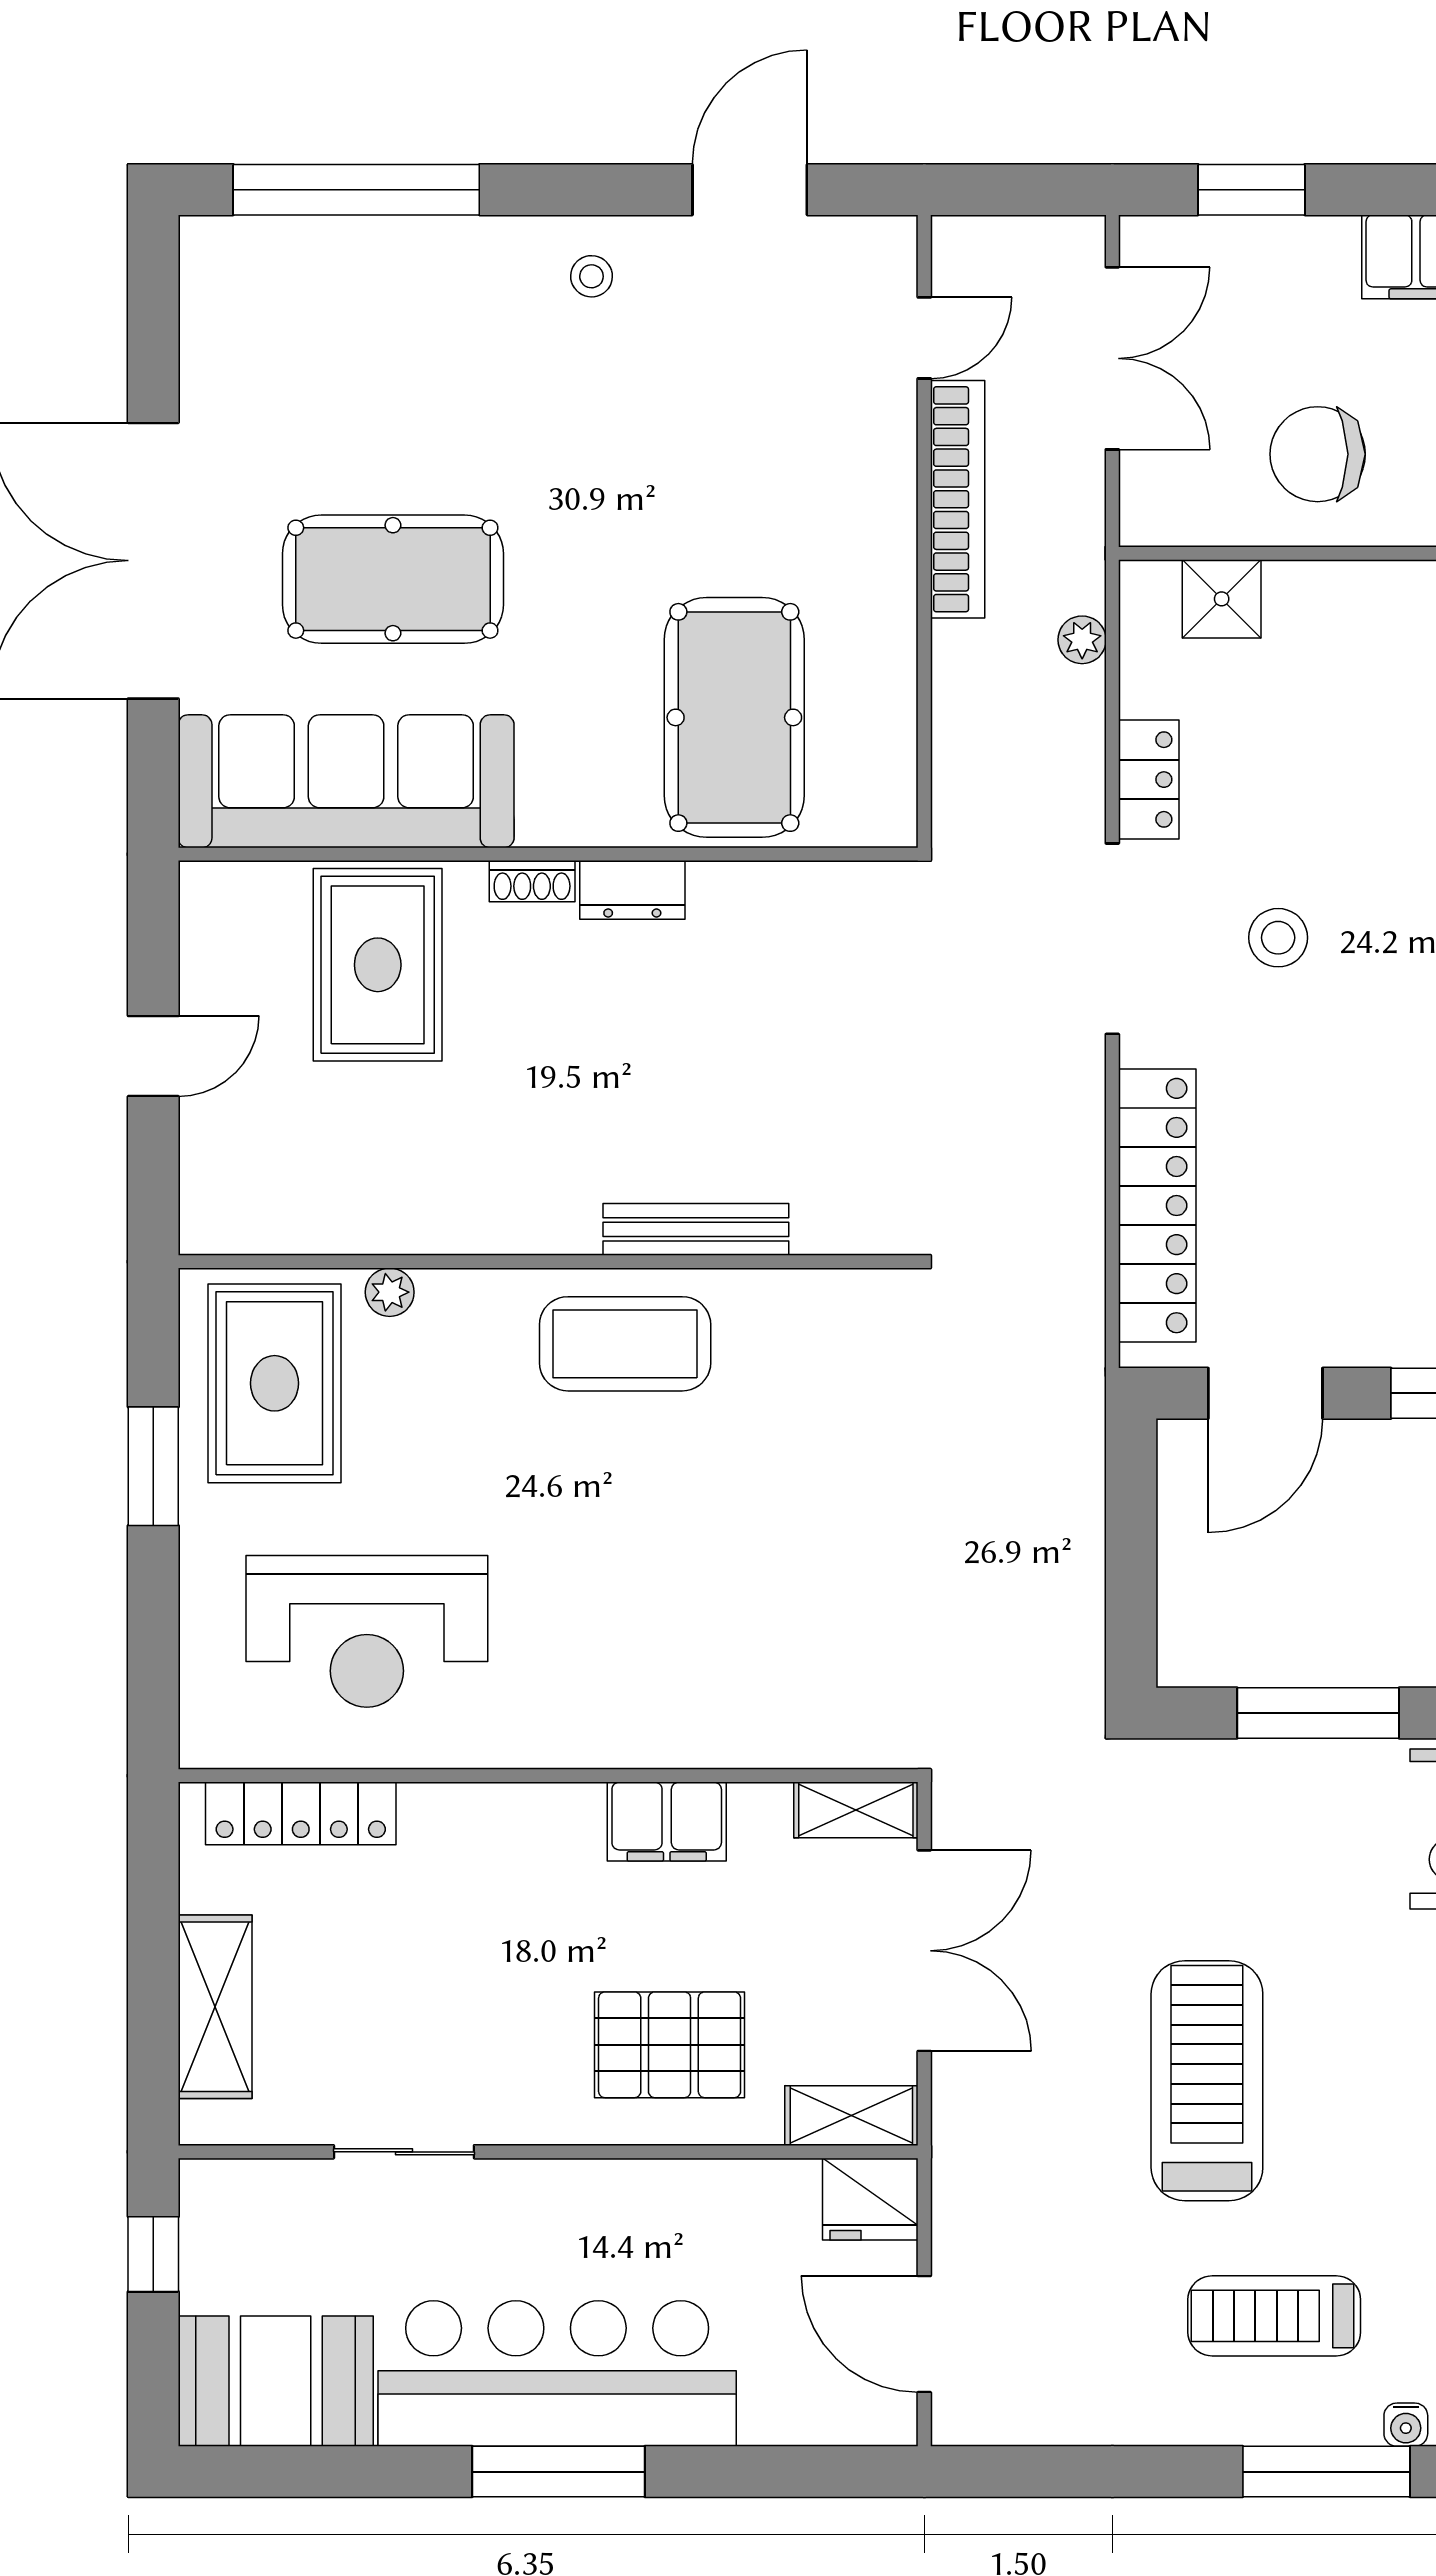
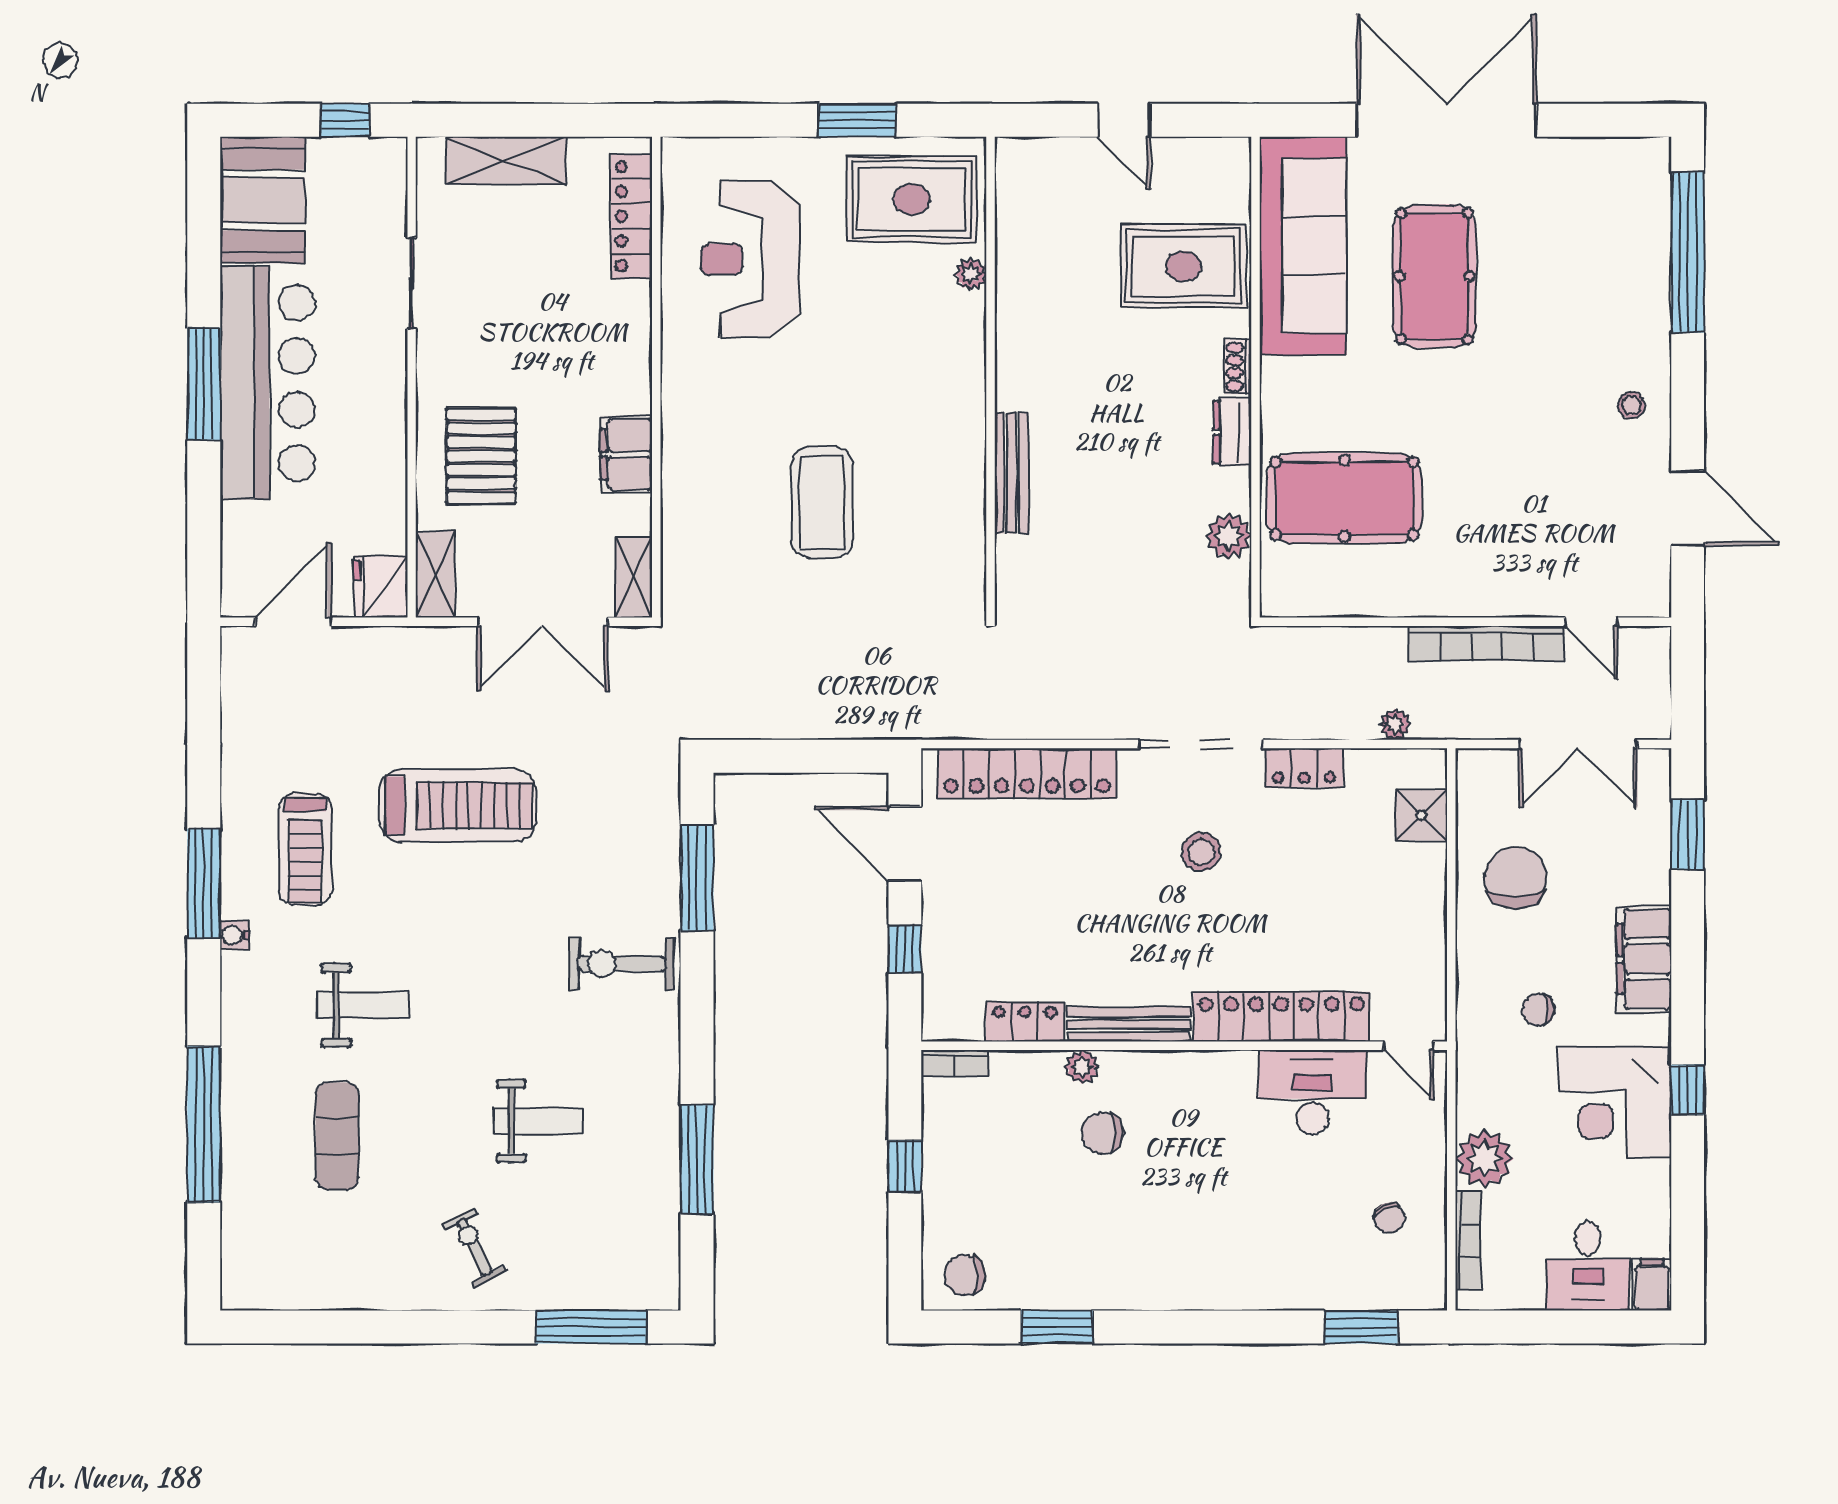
plant: (793, 896) -> (1229, 536), added
coffee table: (625, 1344) -> (822, 502), moved
treadmill: (1274, 2316) -> (305, 849), turned 180

